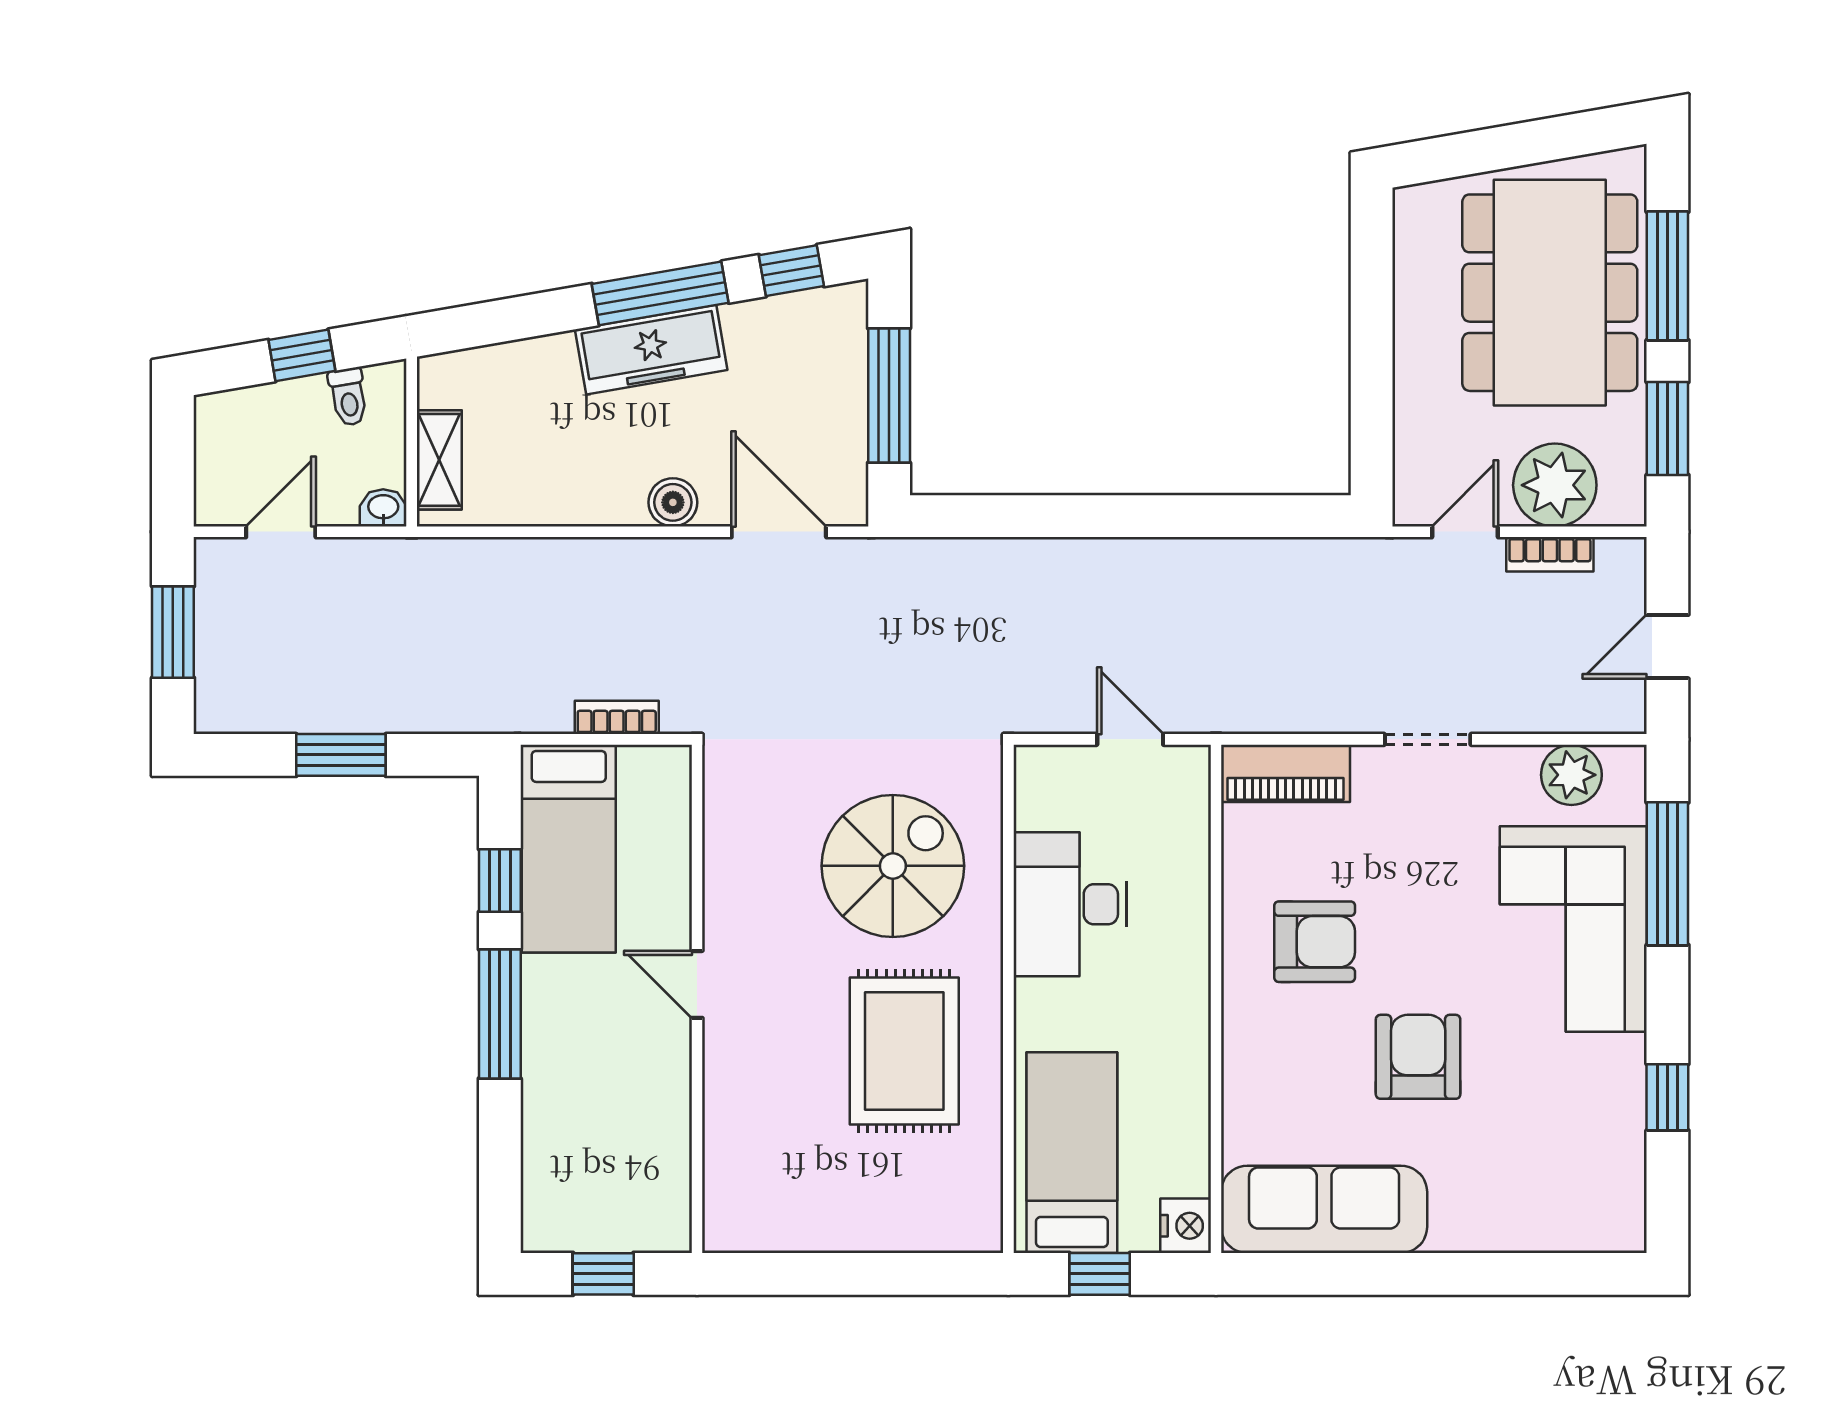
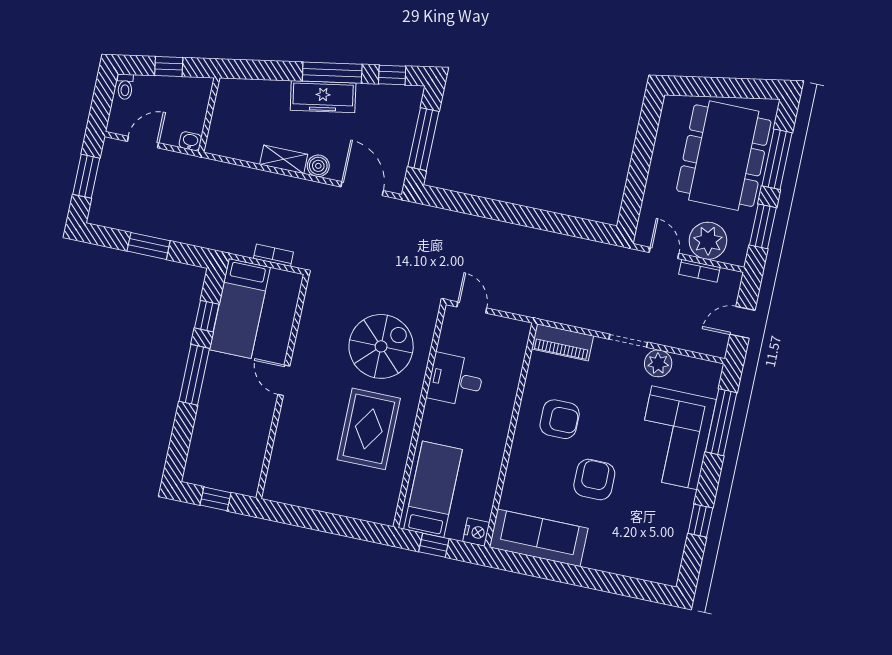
toilet: (348, 397) -> (125, 87), moved
shelving: (439, 460) -> (284, 159), moved, turned 90
door: (1465, 532) -> (664, 253), hinge flipped
door: (1130, 739) -> (472, 307), moved
plant: (1571, 775) -> (658, 363), moved
desk: (1070, 904) -> (456, 380), width x0.73

